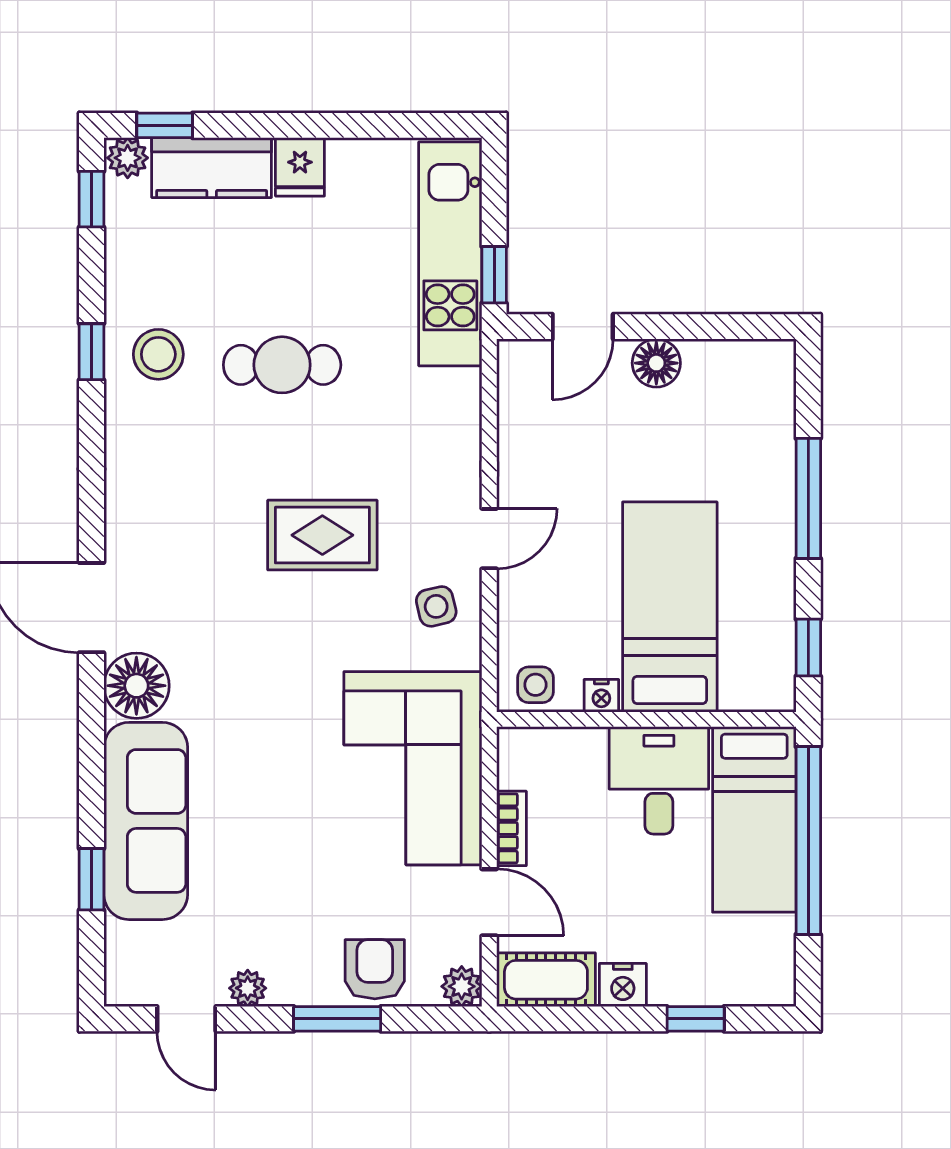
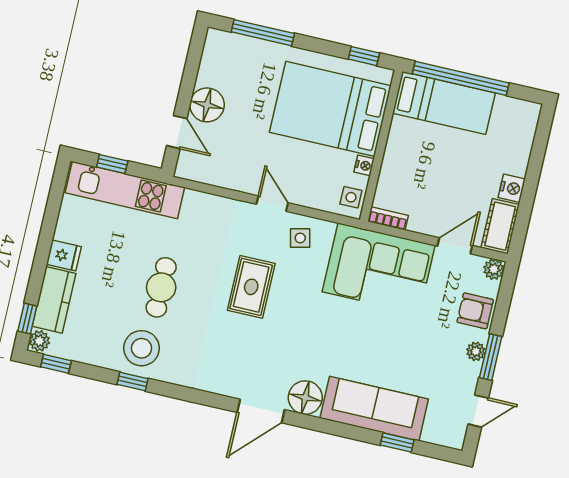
window: (494, 275) -> (112, 164), moved
stool: (158, 354) -> (142, 348), width x1.38, depth x1.38
floor lamp: (656, 363) -> (207, 105), width x1.38, depth x1.38
window: (808, 498) -> (263, 33), moved
bed: (670, 607) -> (330, 109), width x1.50
desk: (659, 780) -> (413, 146), removed
bookcase: (511, 828) -> (388, 218), moved
plant: (248, 988) -> (476, 351), moved
window: (337, 1019) -> (491, 357), moved
window: (696, 1019) -> (537, 156), removed

